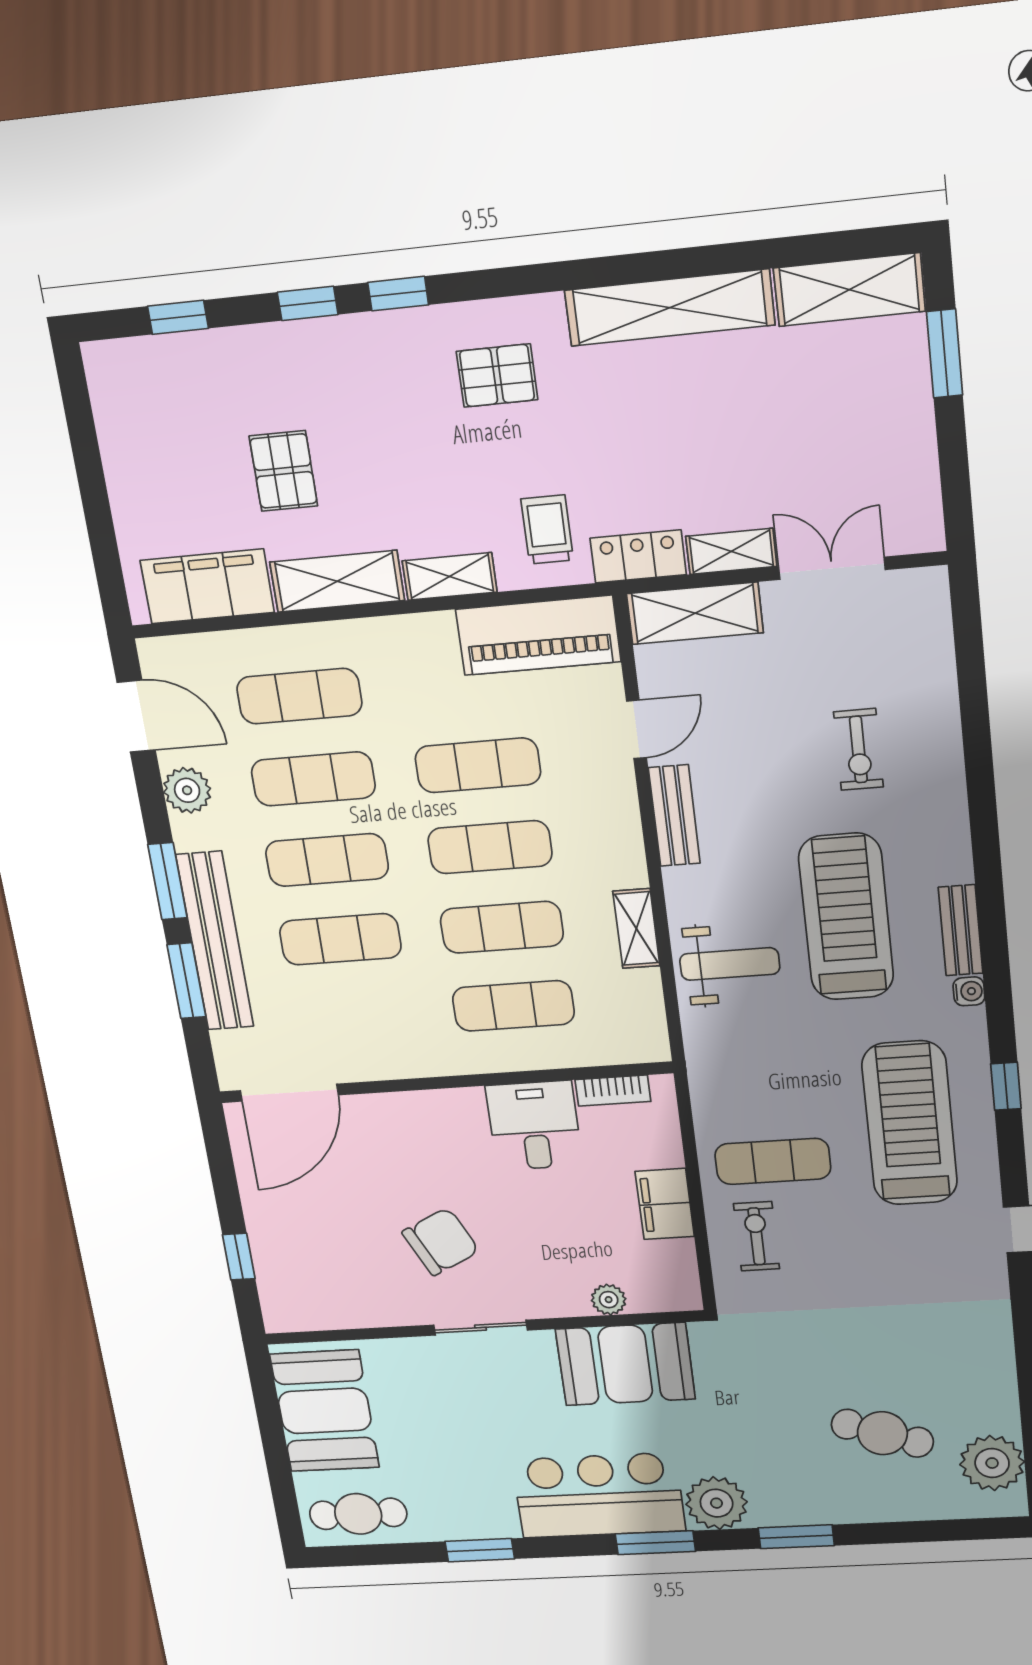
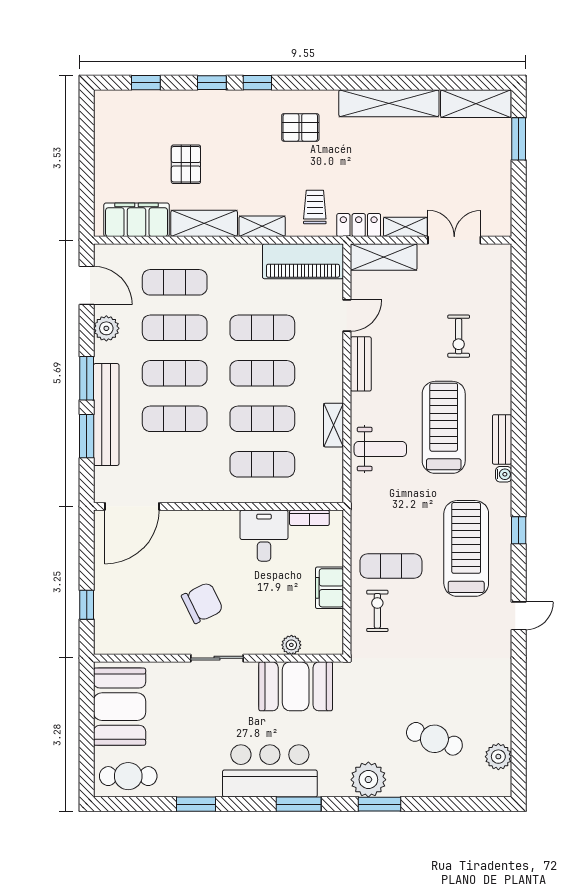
plant: (992, 1463) -> (498, 757), width x0.73, depth x0.73
plant: (716, 1503) -> (368, 780), moved

